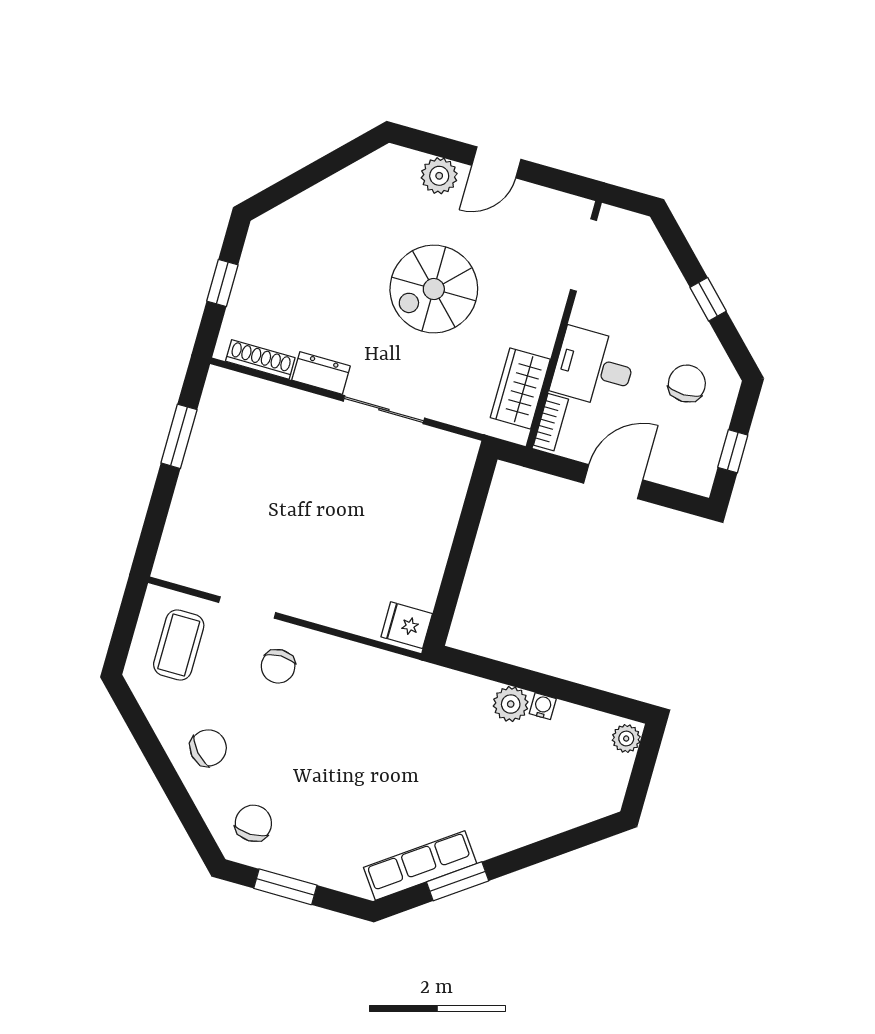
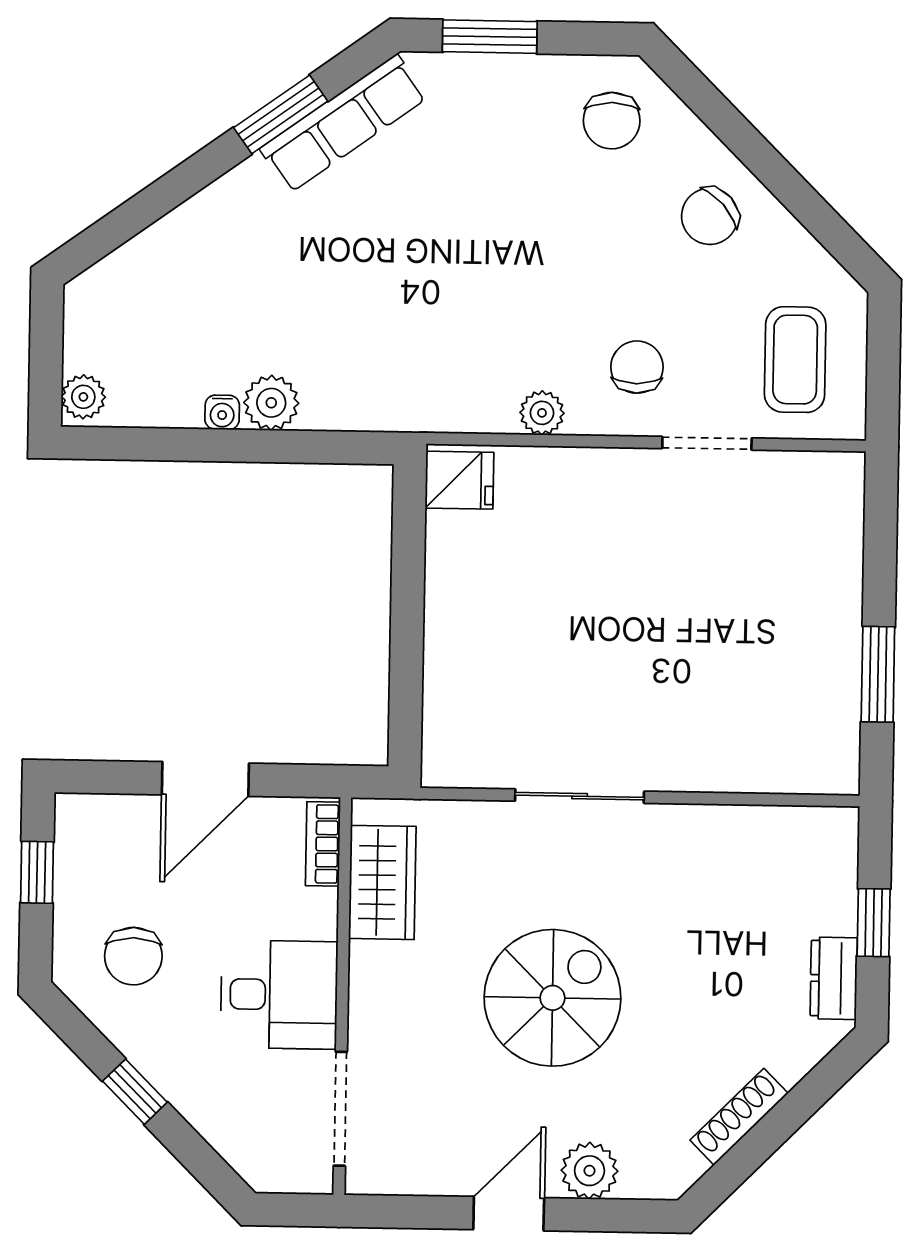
shoe rack: (260, 359) -> (739, 1117), moved, turned 135
desk: (594, 368) -> (279, 995), moved
dresser: (321, 373) -> (834, 978), moved, turned 90
plant: (344, 653) -> (542, 413), added
window: (285, 887) -> (490, 37), moved

